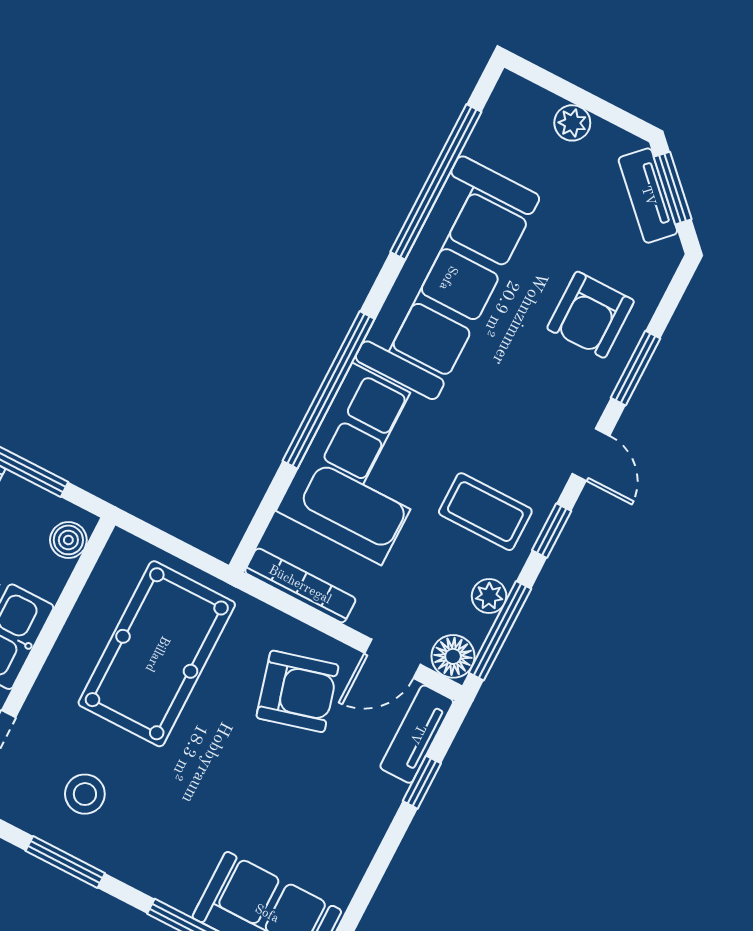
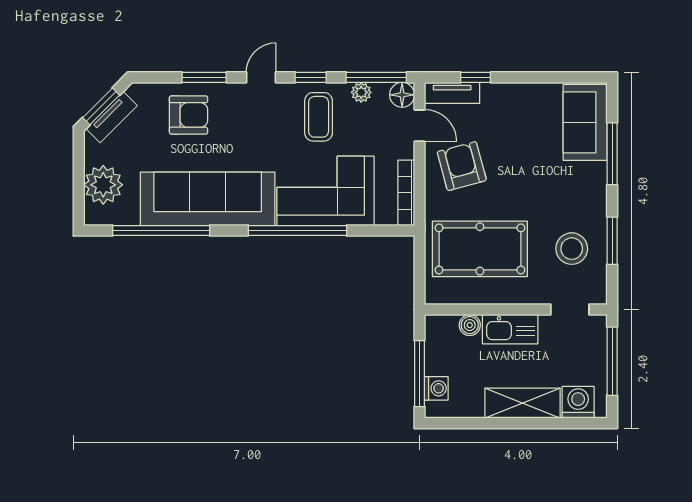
plant: (572, 123) -> (103, 185), width x1.88, depth x1.88
boiler: (68, 540) -> (470, 325), moved
stool: (85, 794) -> (572, 249), width x1.38, depth x1.38

